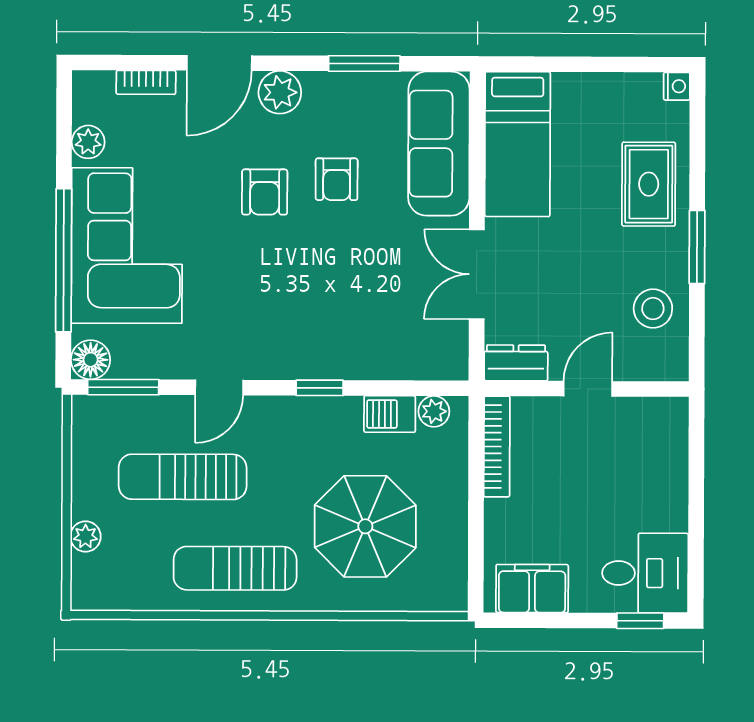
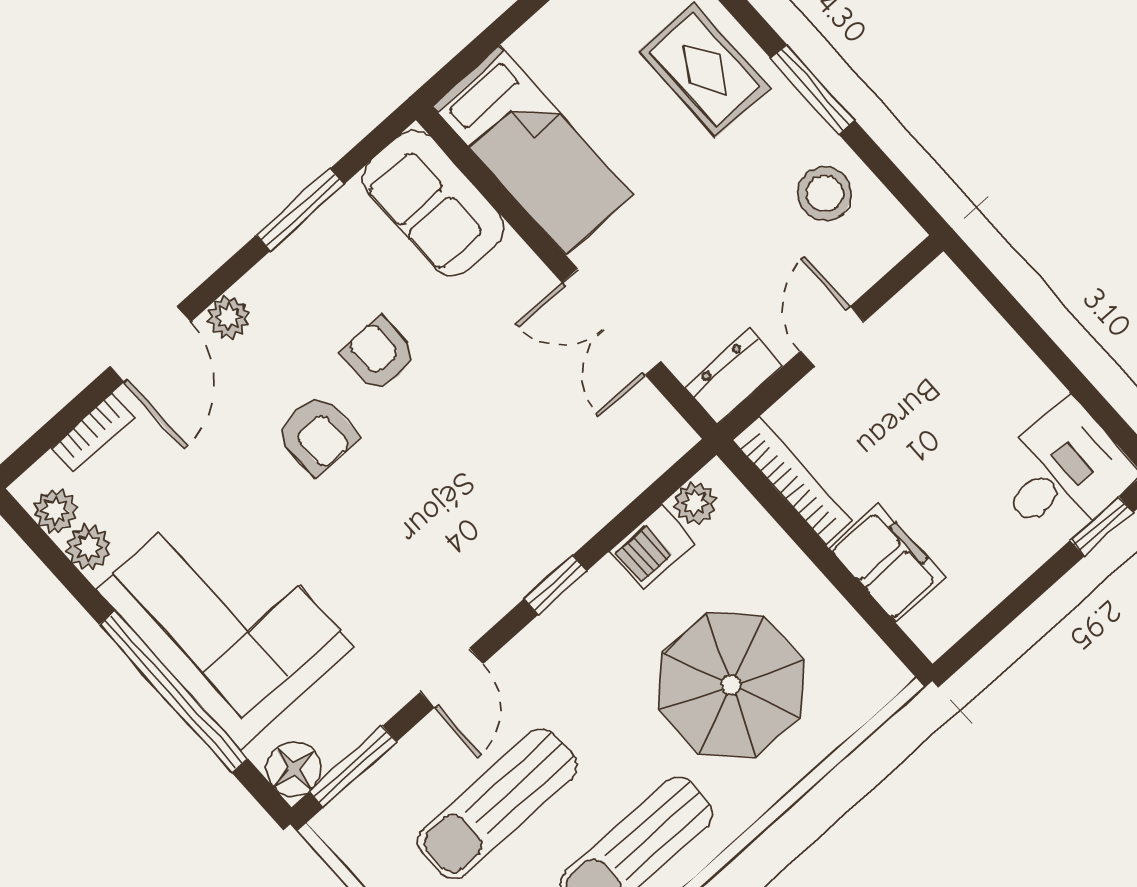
plant: (280, 92) -> (228, 317), width x0.73, depth x0.73
plant: (88, 106) -> (55, 511), added
sofa: (439, 144) -> (433, 203), width x0.73
armchair: (337, 179) -> (379, 355), turned 180
filing cabinet: (532, 589) -> (887, 563), moved, turned 90

